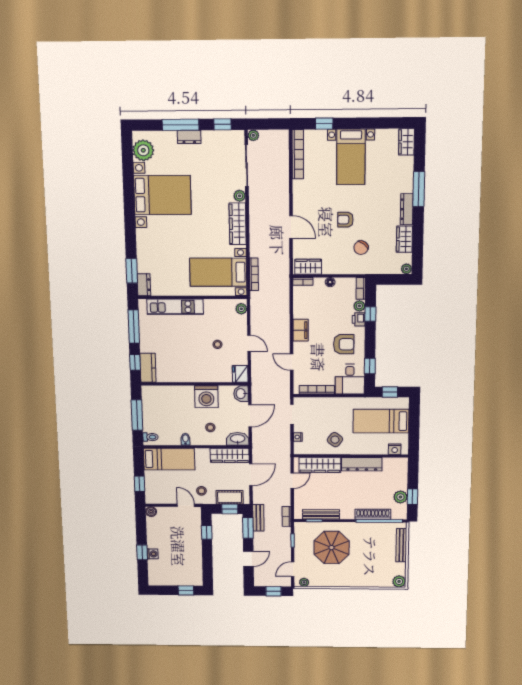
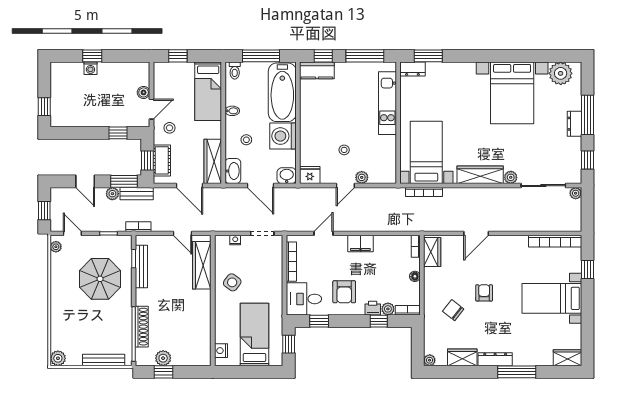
plant: (241, 309) -> (362, 177), moved
bathtub: (168, 397) -> (282, 92), added
dresser: (362, 464) -> (203, 313), removed
boiler: (151, 512) -> (144, 92), moved
plant: (259, 537) -> (112, 194), added

